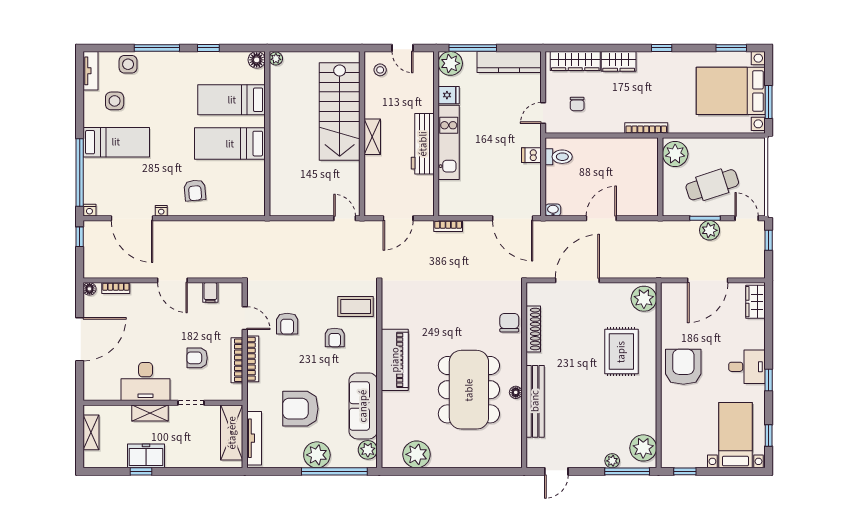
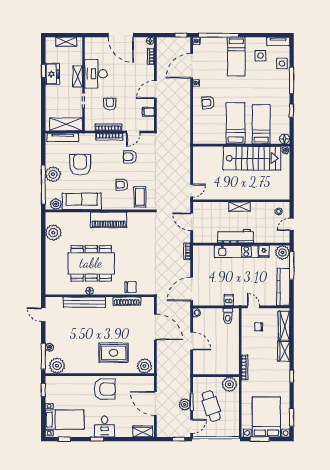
stairs: (340, 112) -> (252, 158), moved, turned 180

